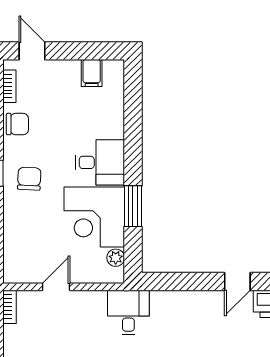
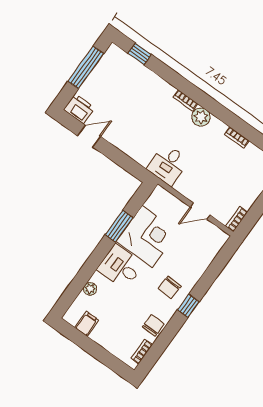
door: (32, 51) -> (113, 363), removed
chair: (17, 124) -> (153, 325), turned 90
plant: (116, 258) -> (90, 289), moved

